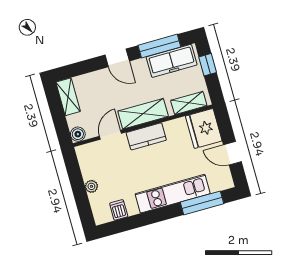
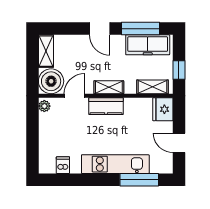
window: (208, 65) -> (179, 70), moved
shelving: (143, 114) -> (109, 87), width x0.67, depth x0.75
fridge: (204, 128) -> (163, 109), width x0.73, depth x0.75
boiler: (78, 134) -> (51, 81), width x1.86, depth x1.86
plant: (91, 186) -> (44, 106), moved

